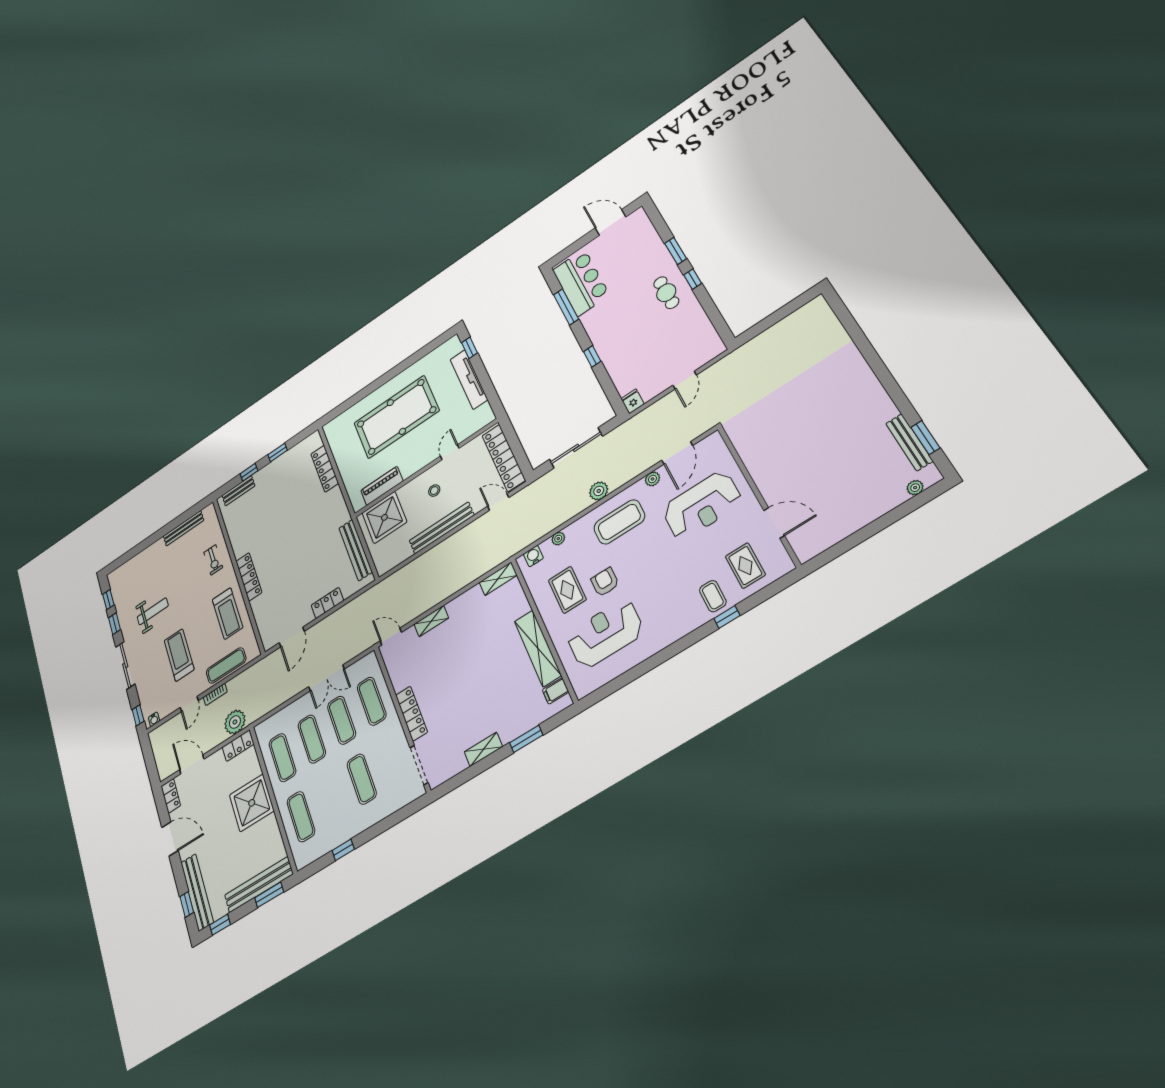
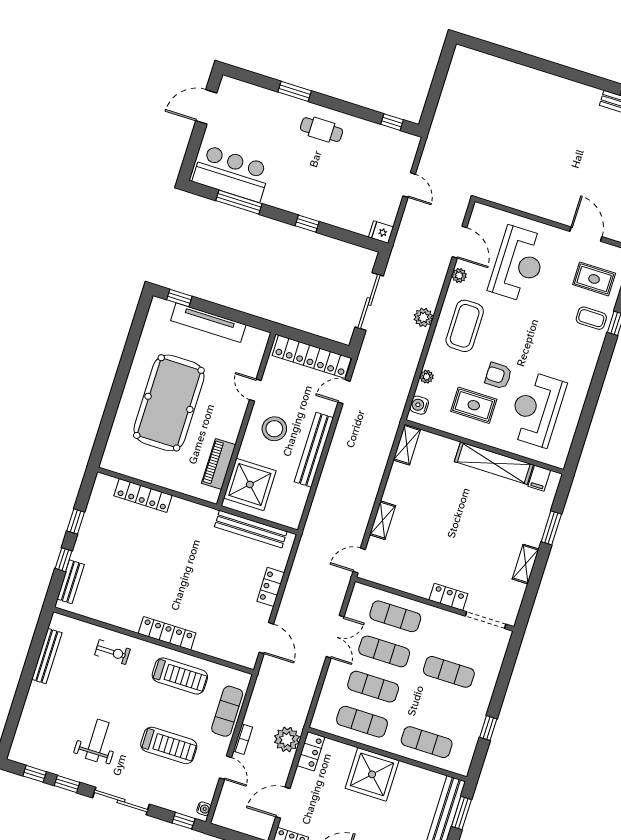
window: (693, 279) -> (392, 122), moved
stool: (434, 491) -> (274, 429), width x1.89, depth x1.89
door: (774, 523) -> (586, 234), hinge flipped
treadmill: (179, 655) -> (169, 745), turned 180
locker: (411, 714) -> (448, 597), width x0.66

